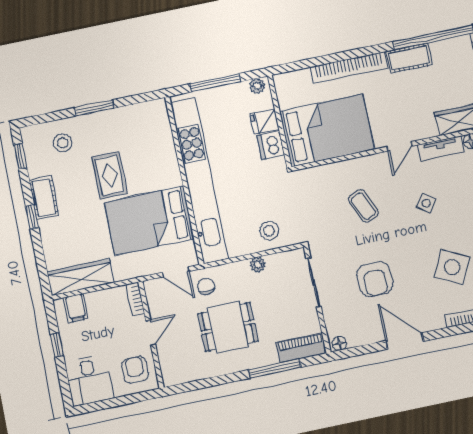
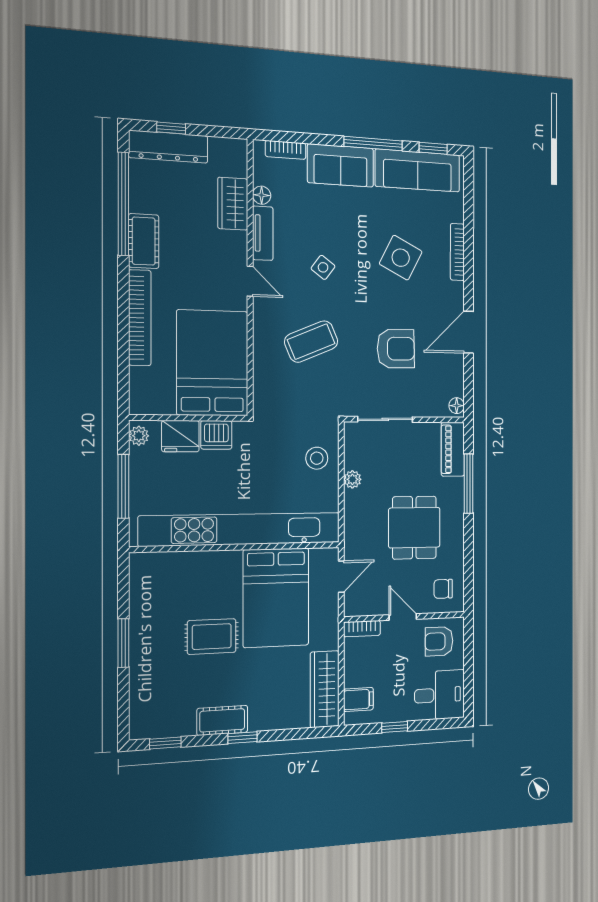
fridge: (264, 122) -> (180, 436), width x1.38
stool: (63, 143) -> (159, 689), removed
coffee table: (363, 206) -> (311, 342), width x1.36, depth x1.30
chair: (206, 286) -> (443, 589), moved

